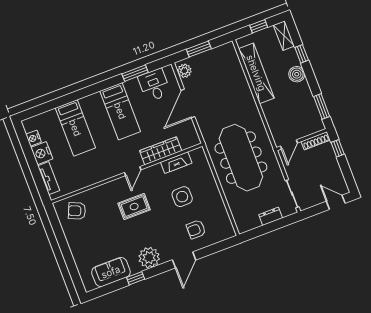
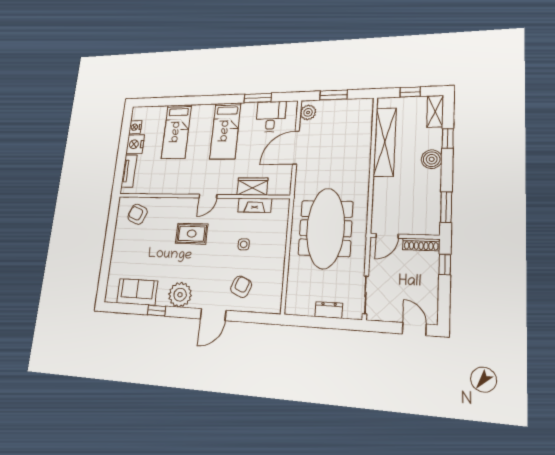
wardrobe: (161, 151) -> (252, 186), width x0.67
side table: (182, 197) -> (244, 244), width x0.54, depth x0.54
armchair: (196, 229) -> (241, 287), turned 113

